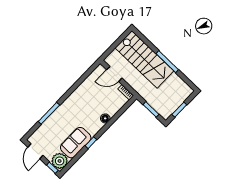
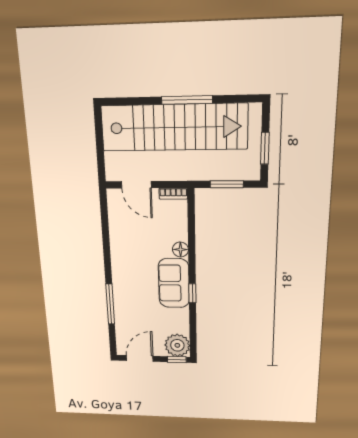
stairs: (144, 59) -> (174, 127), width x1.36
door: (114, 74) -> (136, 185), hinge flipped
sofa: (76, 143) -> (174, 283), moved
door: (35, 151) -> (140, 358), swing flipped

